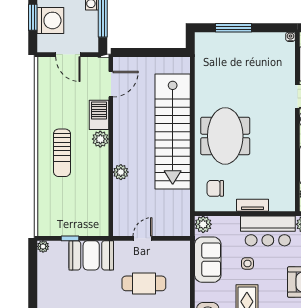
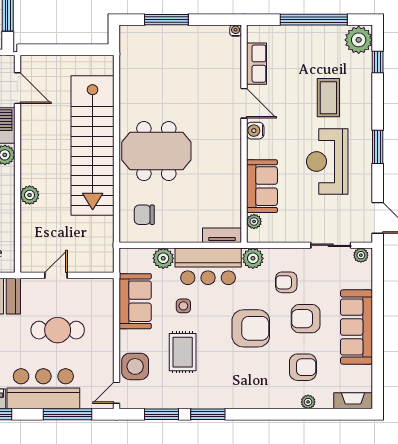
door: (111, 84) -> (17, 88), hinge flipped
meeting table: (225, 136) -> (156, 151), turned 90
tv unit: (252, 205) -> (222, 235), moved
plant: (203, 224) -> (163, 258), moved

